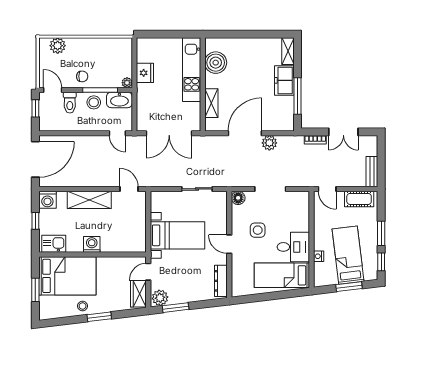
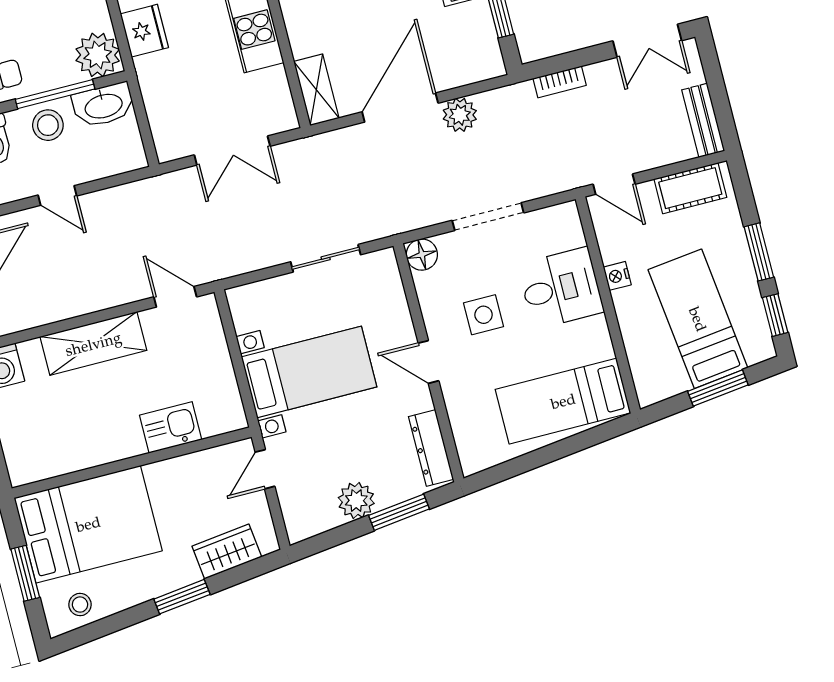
plant: (127, 83) -> (98, 55), width x1.88, depth x1.88
shelving: (211, 103) -> (316, 90), moved
double door: (343, 132) -> (647, 41), moved
door: (117, 133) -> (57, 195), moved
double door: (169, 133) -> (232, 151), width x0.73
kitchen sink: (54, 244) -> (171, 427), moved
washing machine: (92, 244) -> (124, 441), removed
desk: (293, 247) -> (561, 288), moved
nightstand: (319, 256) -> (617, 276), moved
wardrobe: (138, 294) -> (227, 552), moved, turned 83
plant: (160, 298) -> (356, 501), moved
stool: (83, 306) -> (80, 605), moved
window: (176, 308) -> (399, 512), moved

